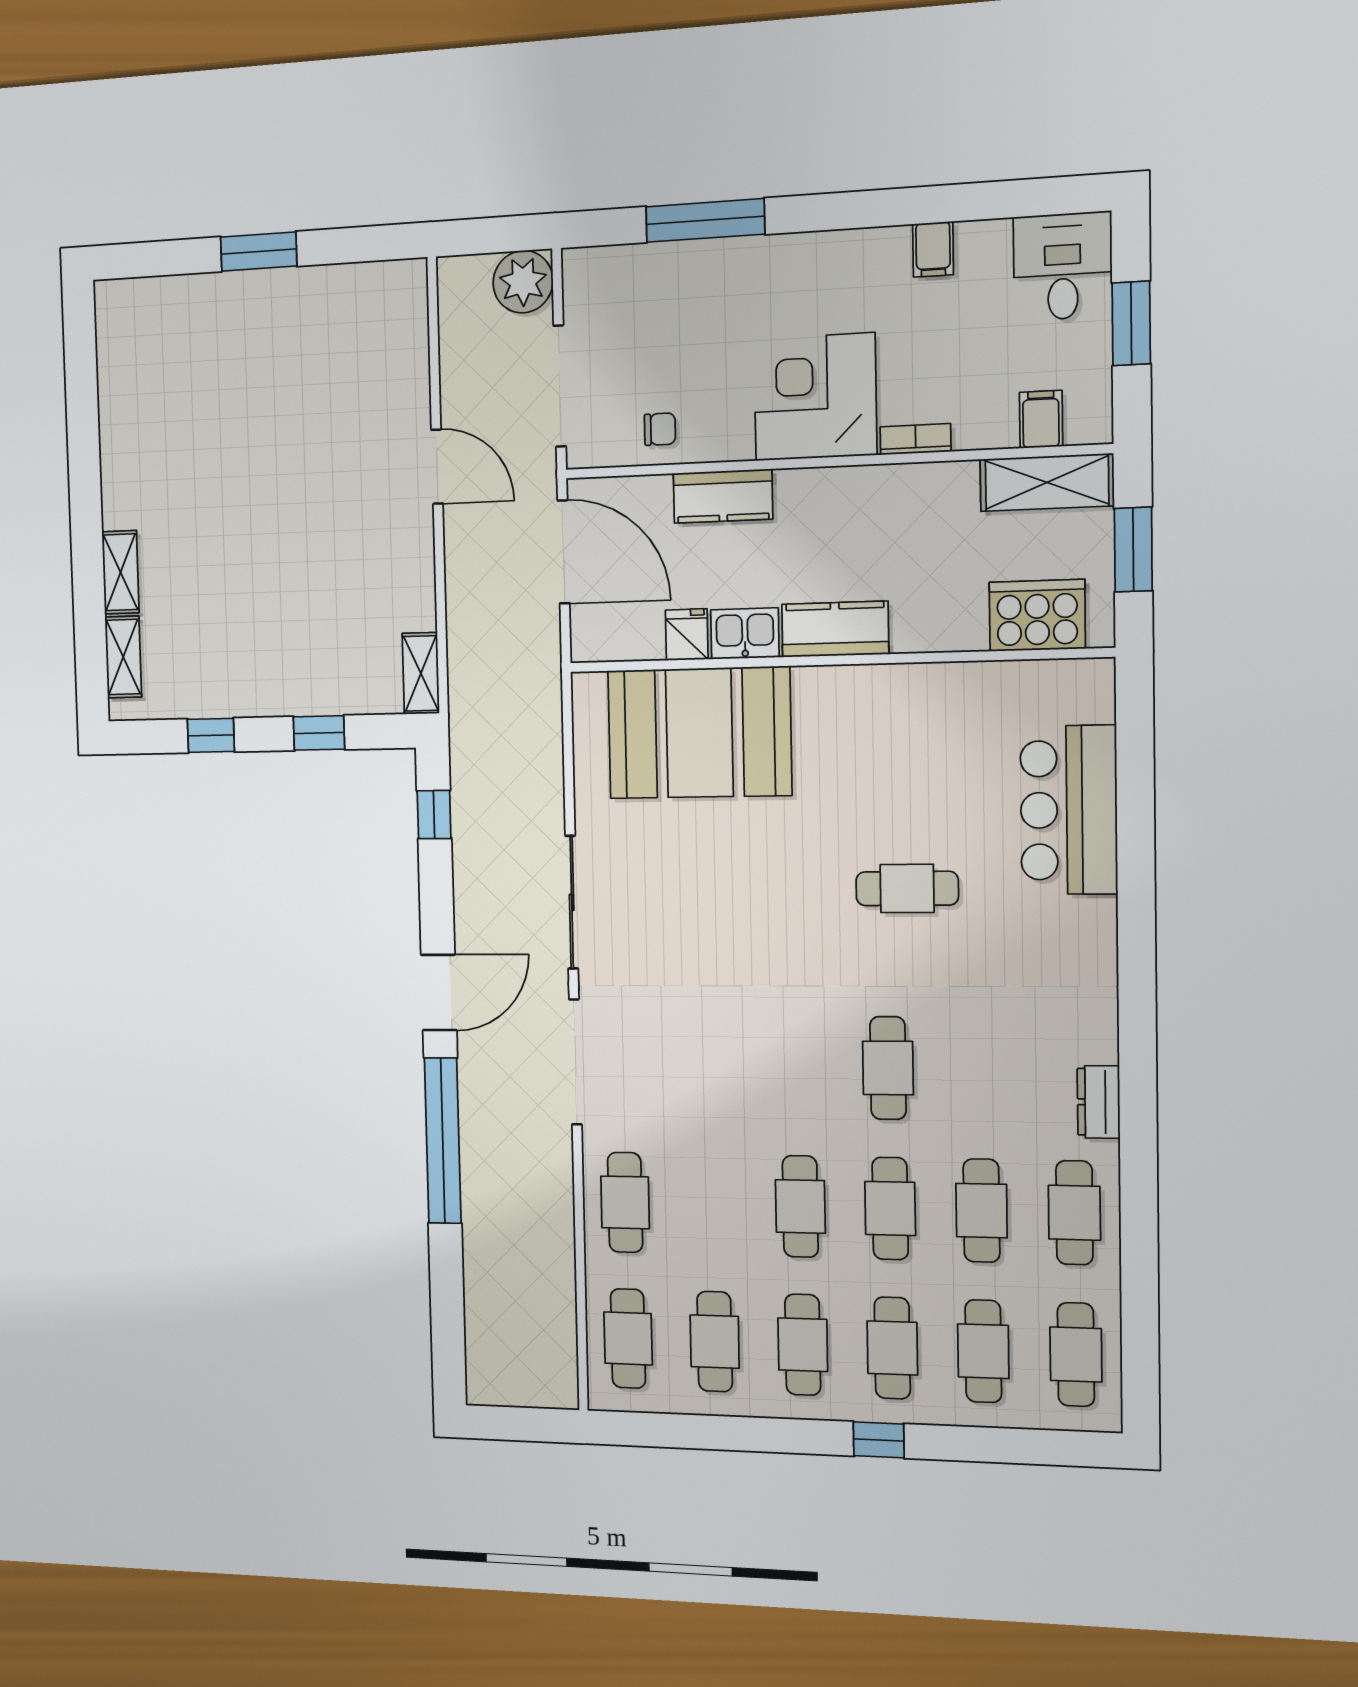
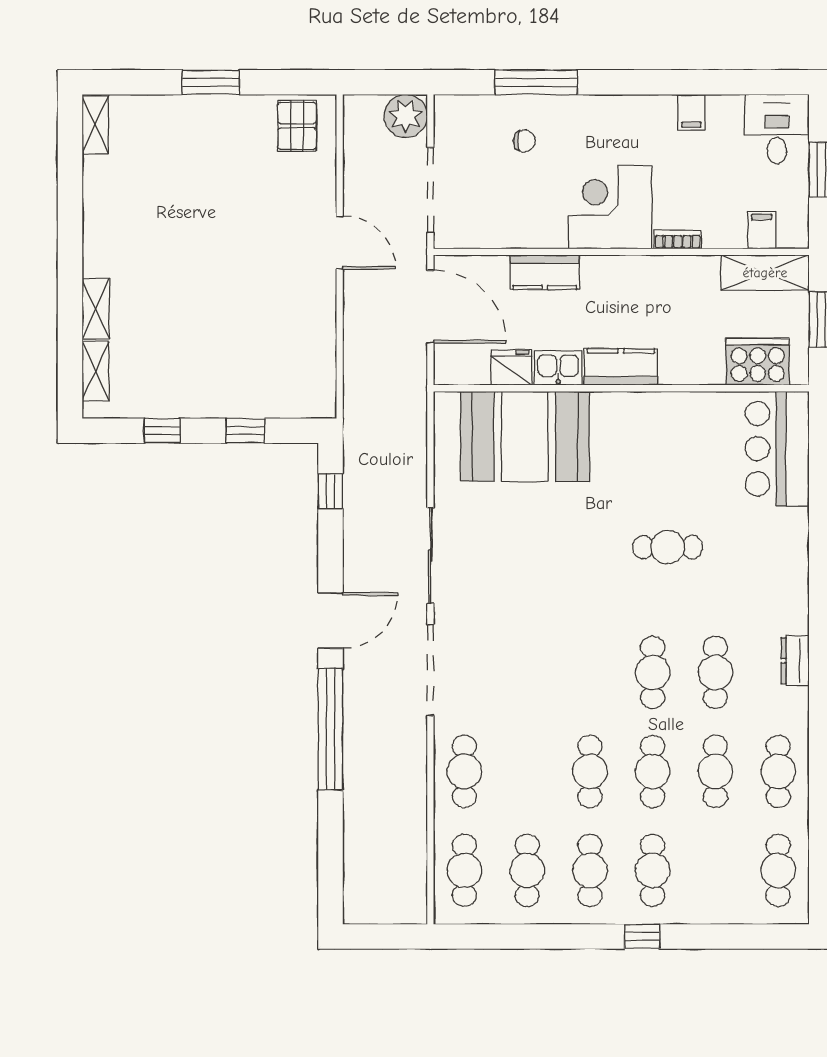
pallet: (375, 305) -> (297, 126), added
chair: (660, 429) -> (524, 141), moved
fridge: (687, 635) -> (512, 368), width x1.38
shelving: (421, 673) -> (95, 125), moved
bar counter: (1069, 810) -> (777, 449), moved
dresser: (1099, 1102) -> (795, 661), moved
cafe table: (983, 1351) -> (715, 672), moved

